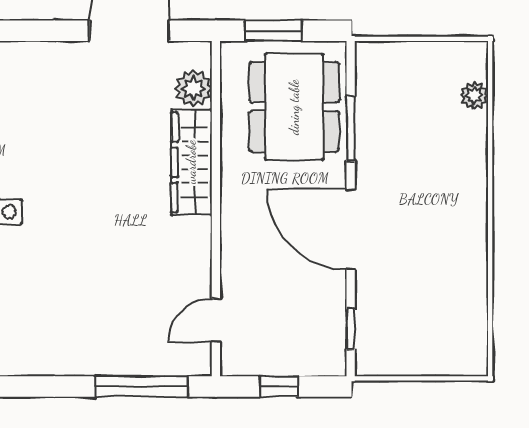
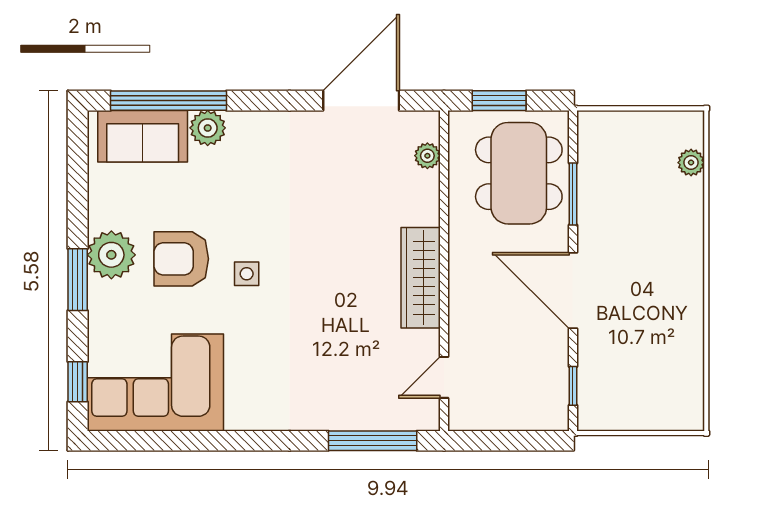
plant: (193, 88) -> (427, 156), width x0.73, depth x0.73
wardrobe: (191, 162) -> (421, 278), moved
window: (279, 386) -> (504, 441), removed

